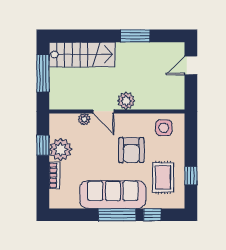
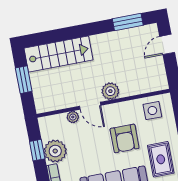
window: (135, 36) -> (128, 22), moved
window: (43, 73) -> (24, 80), width x0.69

